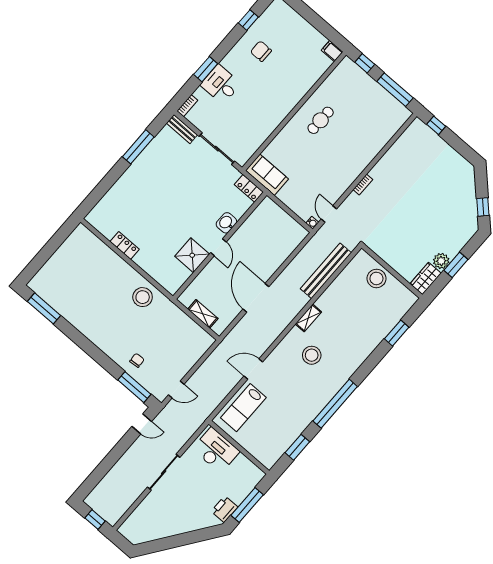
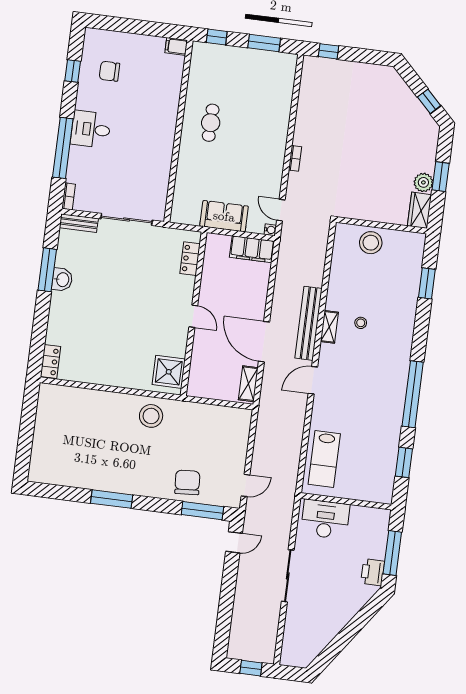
chair: (261, 51) -> (109, 71), moved
window: (206, 69) -> (63, 148), width x2.11
desk: (221, 84) -> (91, 129), moved
window: (395, 90) -> (264, 43), width x0.69
sofa: (267, 175) -> (224, 216), moved
locker: (249, 188) -> (190, 259), moved, turned 90
washbasin: (226, 223) -> (62, 280), moved, turned 180
filing cabinet: (291, 228) -> (252, 249), added
locker: (125, 245) -> (50, 362), moved, turned 90
shower: (192, 255) -> (169, 372), moved
bench: (326, 271) -> (308, 323), moved
window: (44, 308) -> (112, 499), moved
shelving: (203, 314) -> (248, 384), moved, turned 90
stool: (312, 355) -> (361, 323), moved, width x0.53, depth x0.53
chair: (137, 360) -> (187, 482), width x1.87, depth x1.87
door: (253, 369) -> (313, 380), moved

